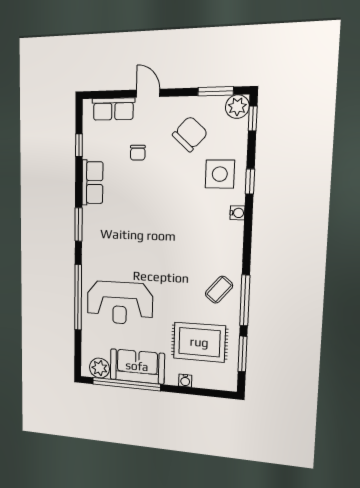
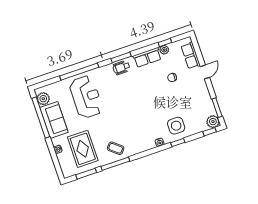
chair: (190, 134) -> (191, 102), removed
plant: (90, 150) -> (164, 50), added
wheelchair: (94, 230) -> (121, 68), added
reception desk: (120, 303) -> (86, 97), turned 180

